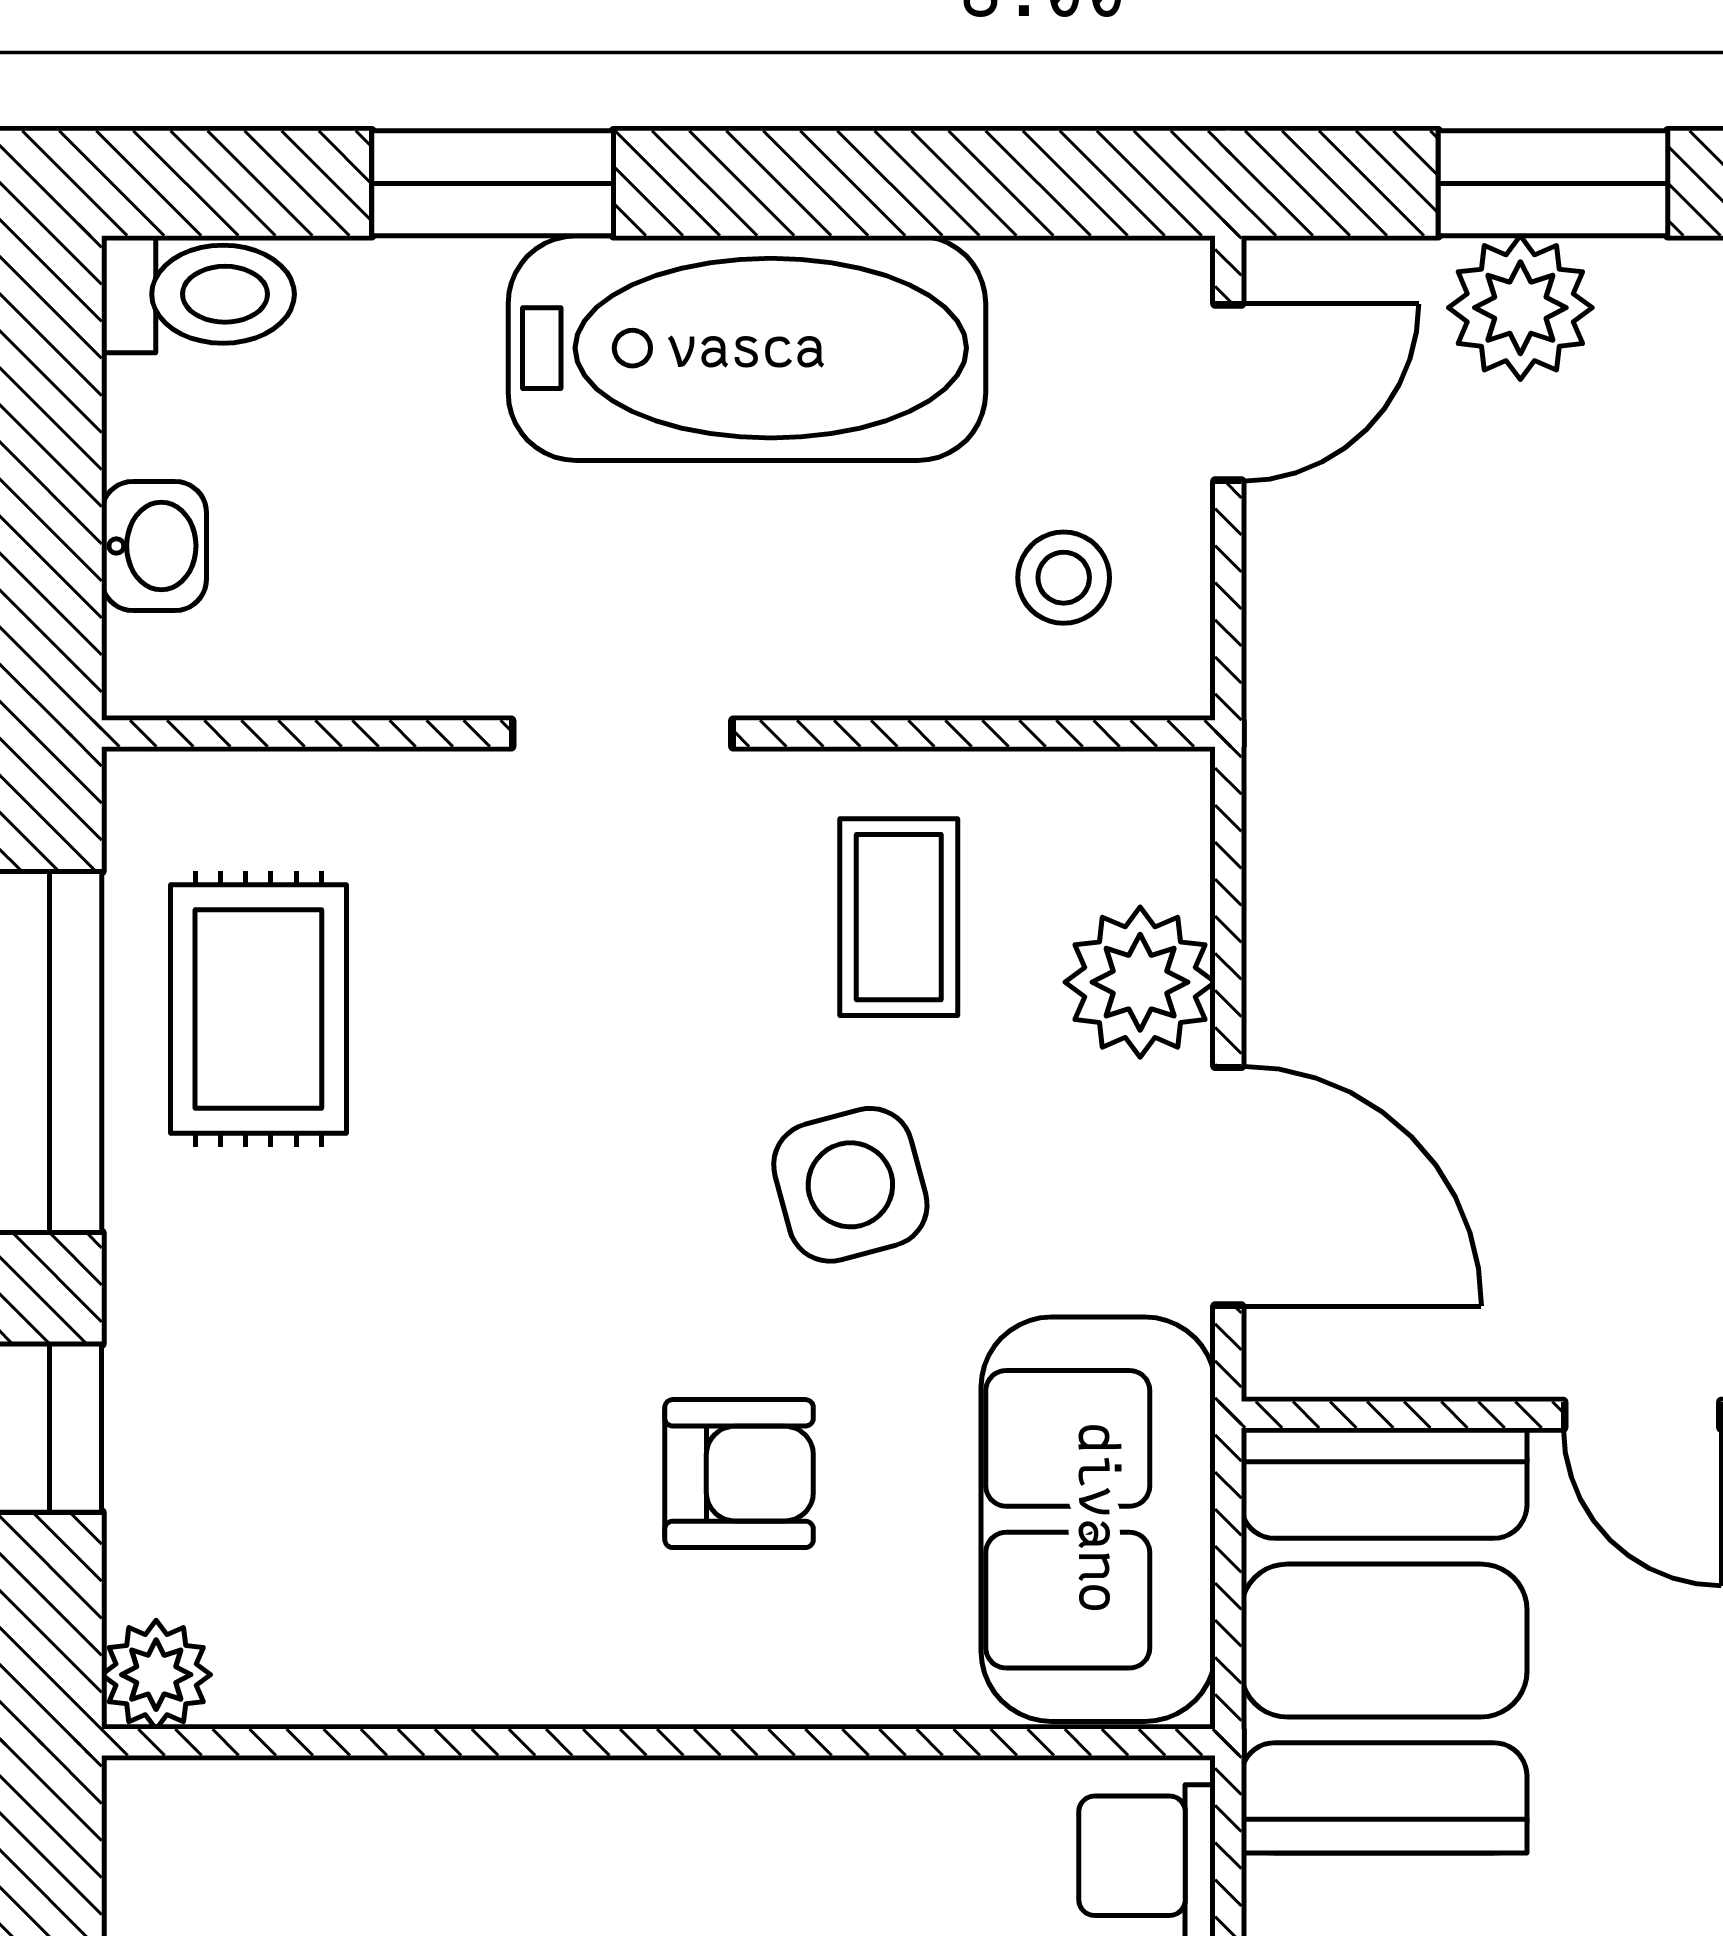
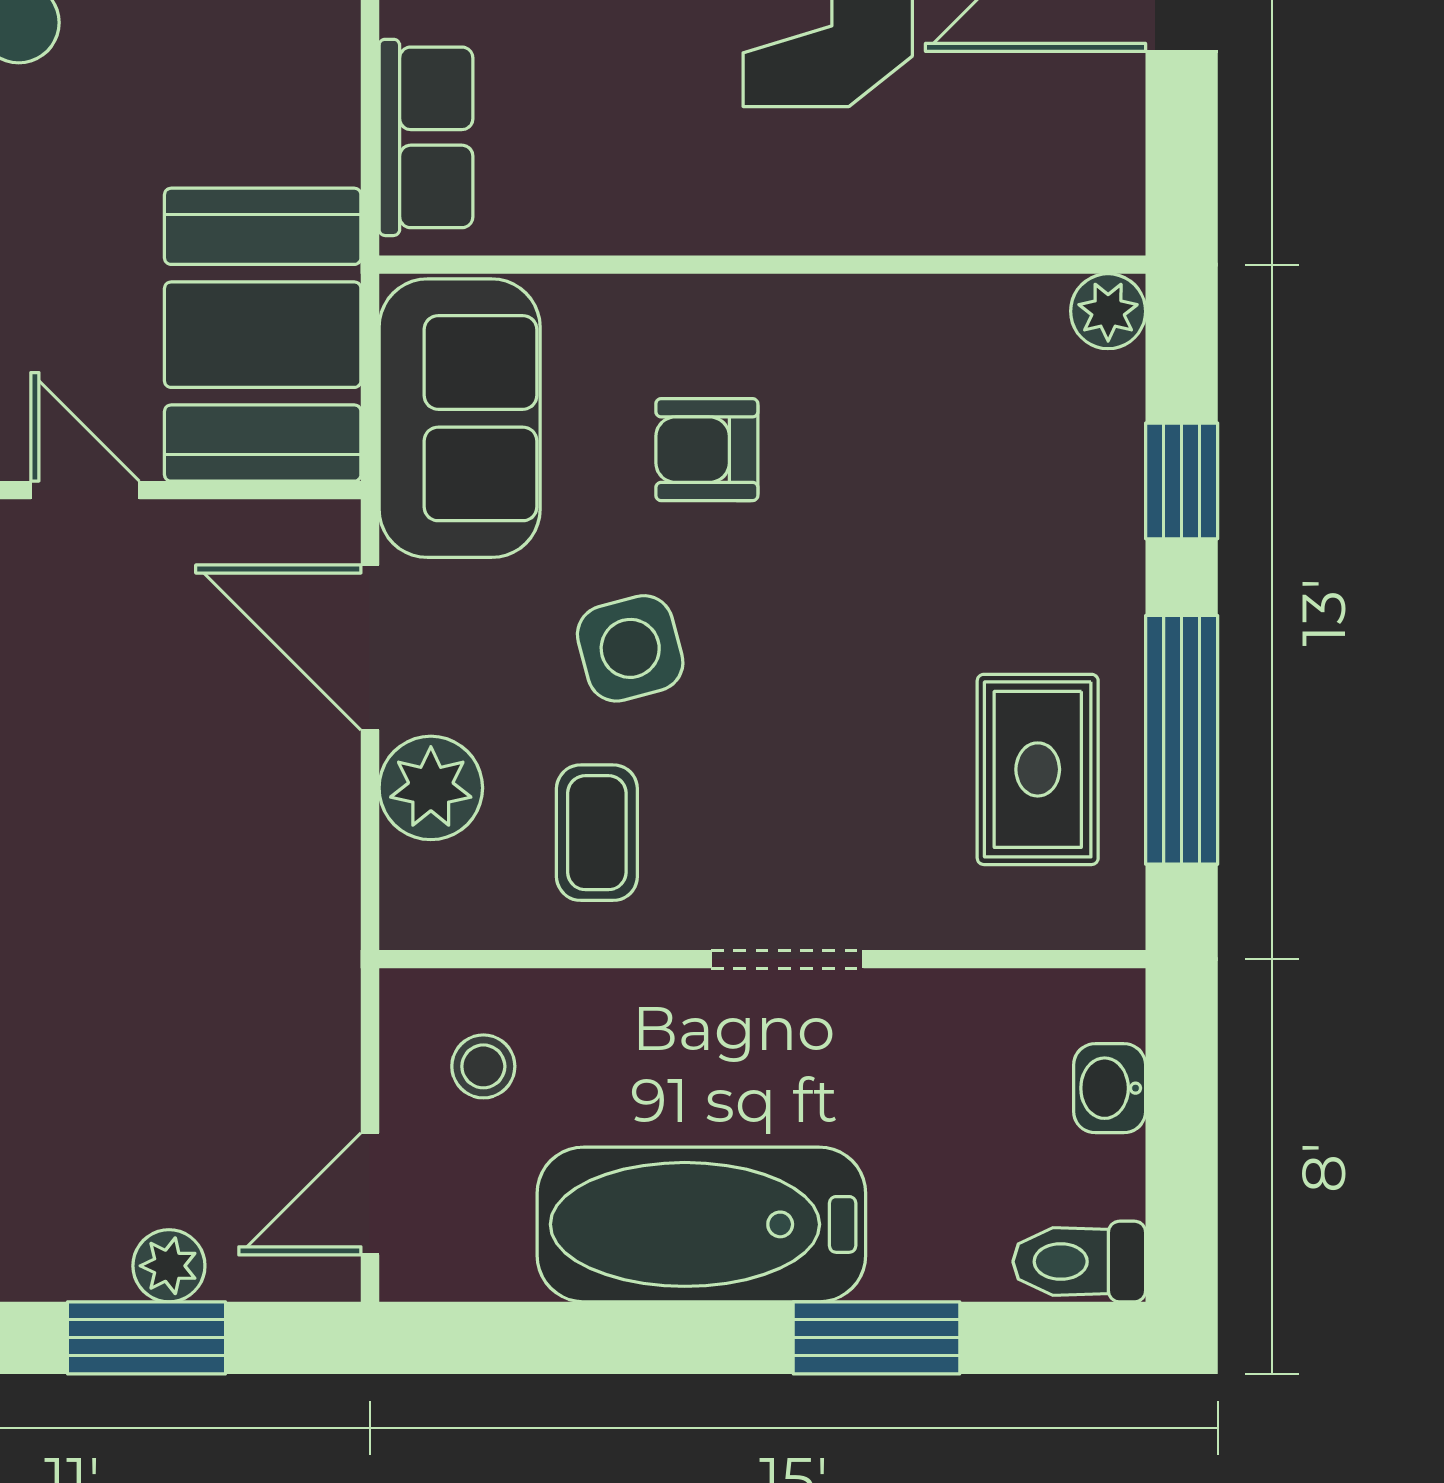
plant: (1520, 308) -> (169, 1266), width x0.73, depth x0.73

